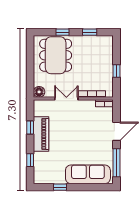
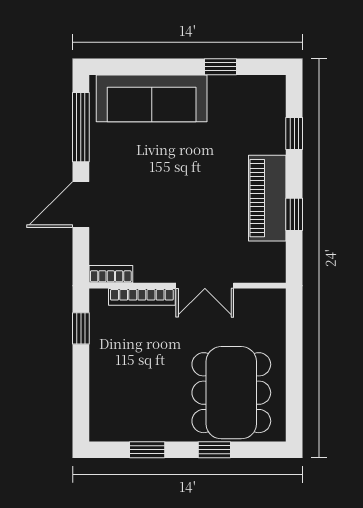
window: (117, 71) -> (81, 328), moved
floor lamp: (39, 92) -> (272, 302), removed

